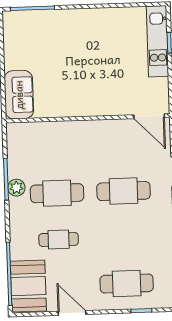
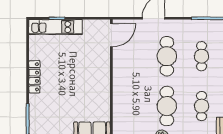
locker: (90, 15) -> (34, 77), added
cafe table: (125, 237) -> (202, 56), added

